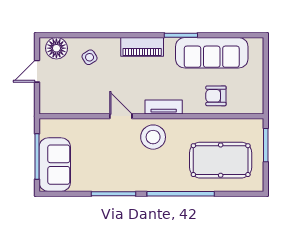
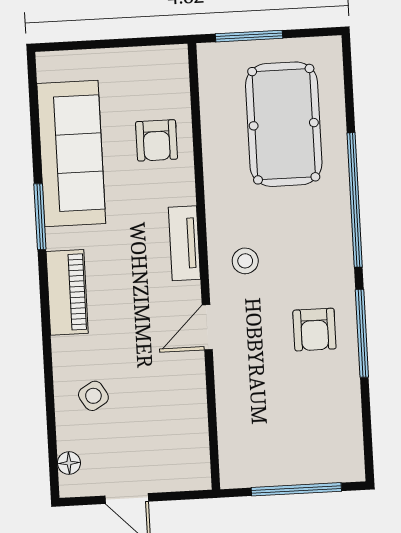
floor lamp: (56, 48) -> (69, 463), width x0.53, depth x0.53
stool: (153, 137) -> (245, 261), width x0.53, depth x0.53
sofa: (55, 165) -> (310, 453), removed
armchair: (117, 170) -> (314, 330), added

